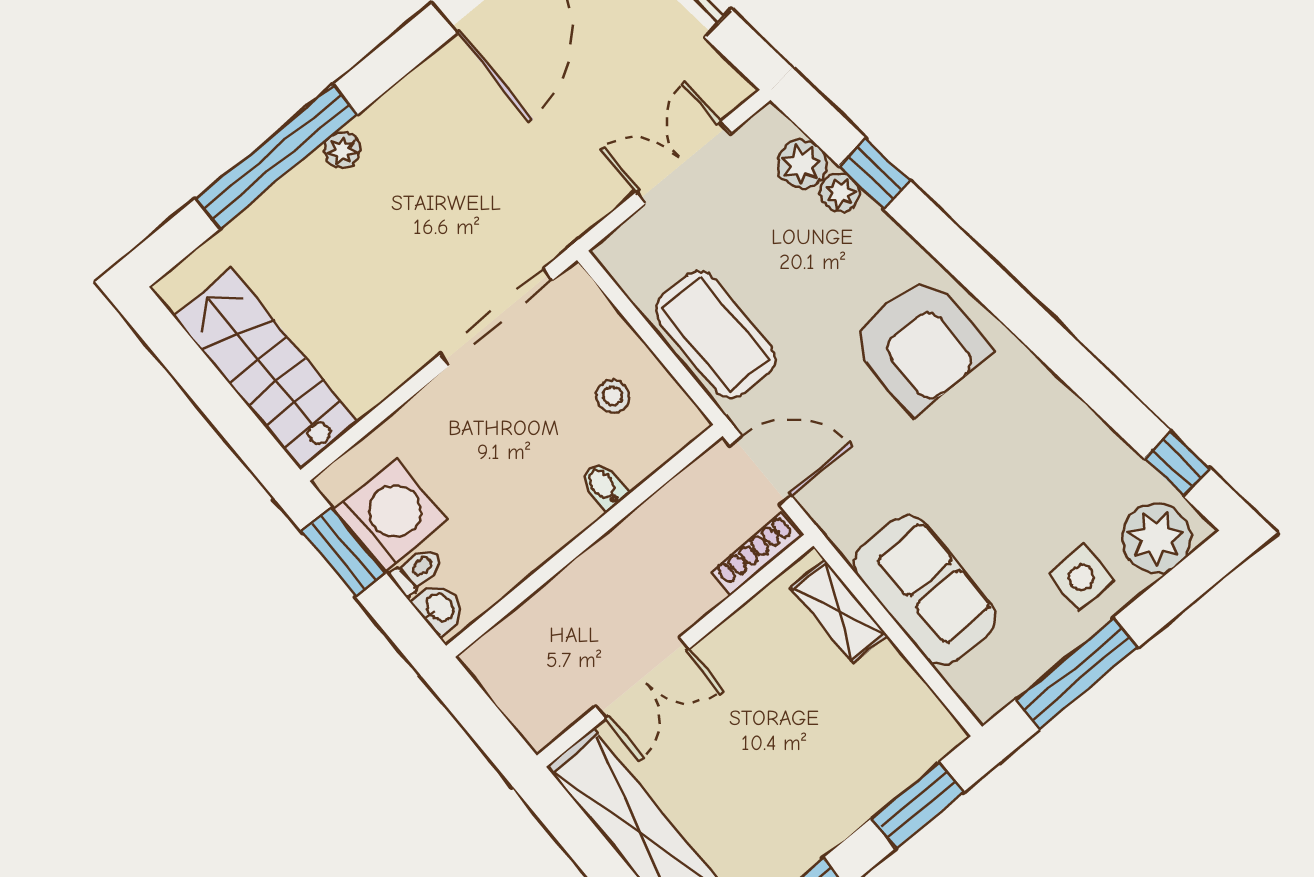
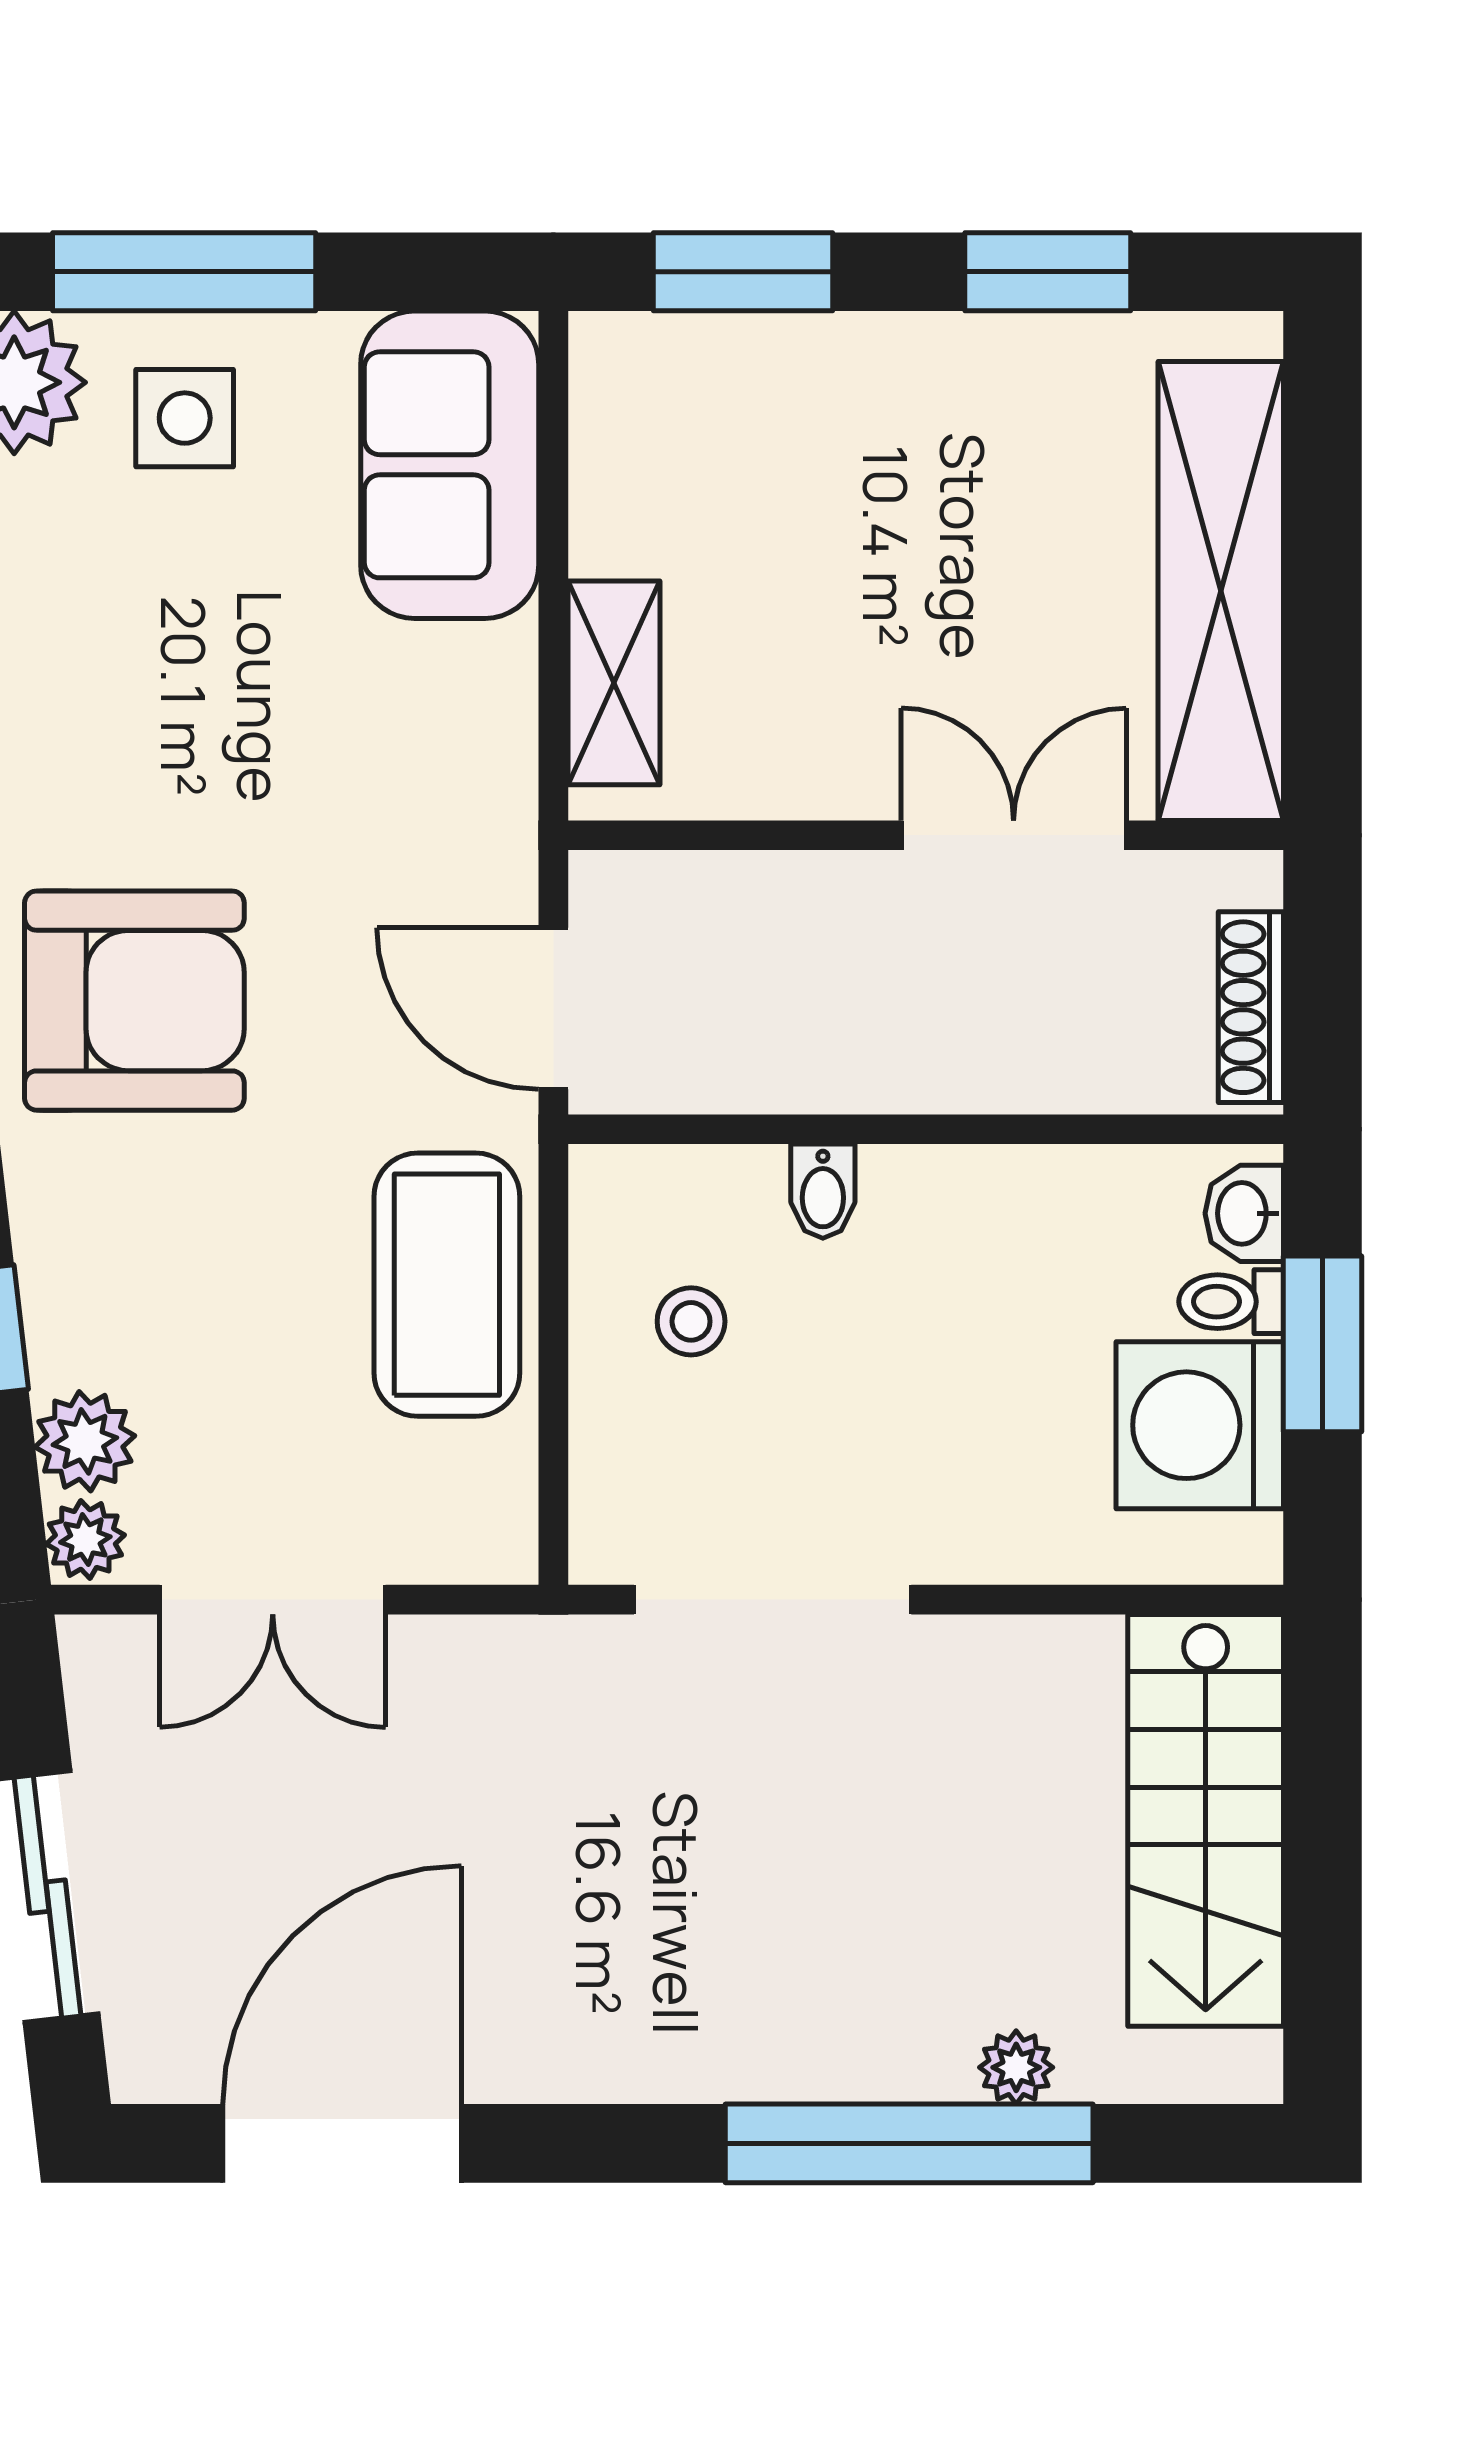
plant: (342, 150) -> (1016, 2067), moved
plant: (840, 193) -> (85, 1540), moved
armchair: (920, 344) -> (134, 1001), turned 90
window: (344, 552) -> (1323, 1344), moved
shoe rack: (757, 554) -> (1251, 1007), moved, turned 90
sofa: (925, 590) -> (450, 465), moved
window: (1077, 673) -> (184, 272), moved

